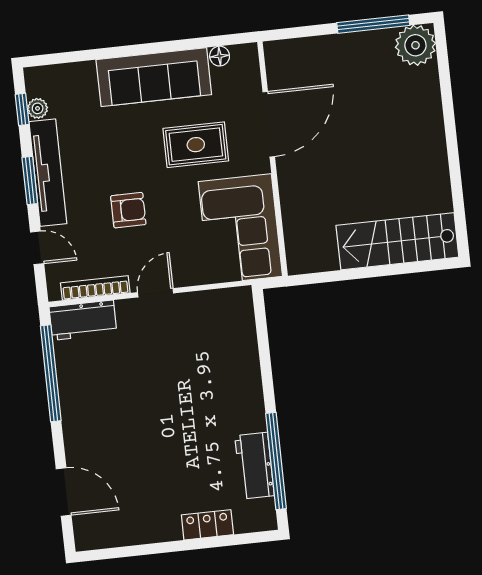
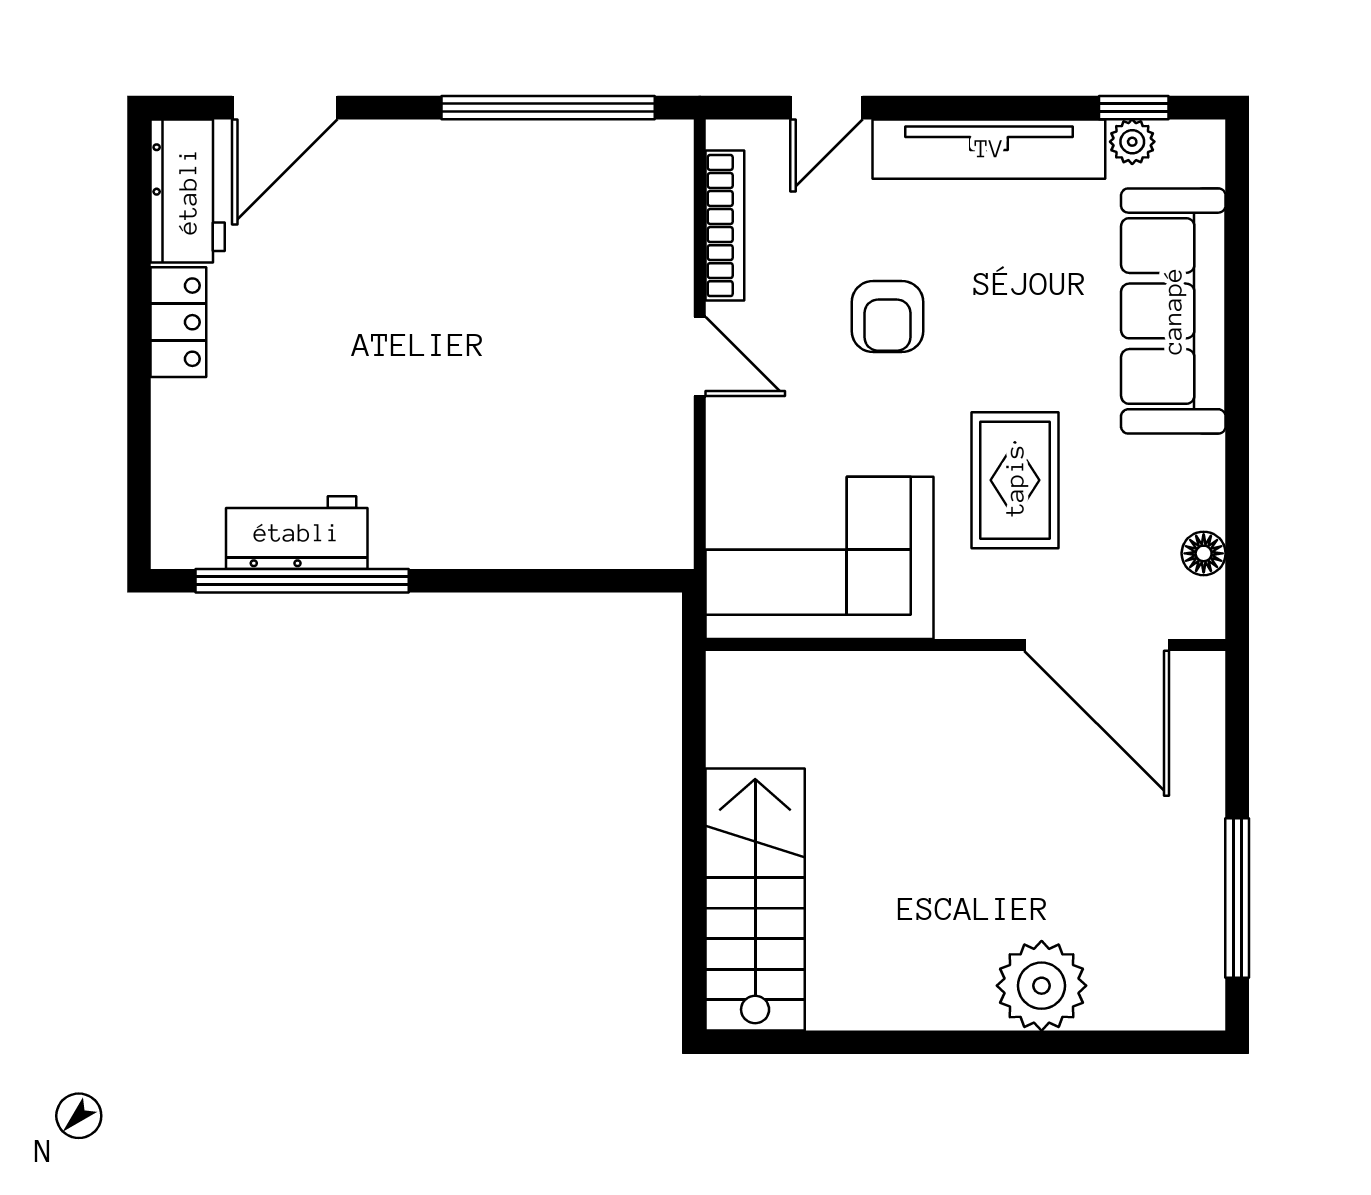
plant: (415, 45) -> (1042, 986), moved
sofa: (154, 77) -> (1173, 311), moved
door: (269, 124) -> (1097, 645), moved
window: (30, 180) -> (976, 108), removed
workbench: (83, 320) -> (188, 191), moved, turned 180
locker: (207, 525) -> (178, 322), moved

